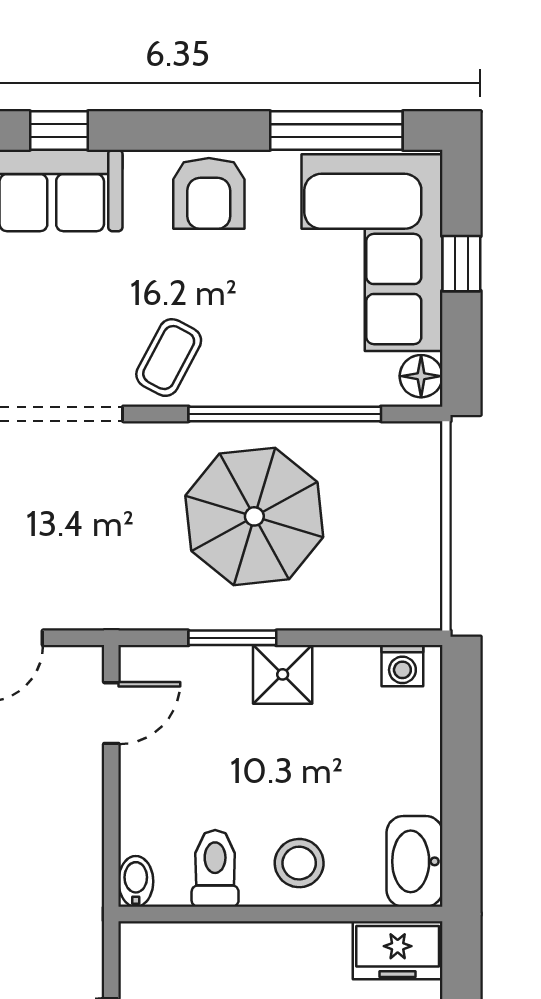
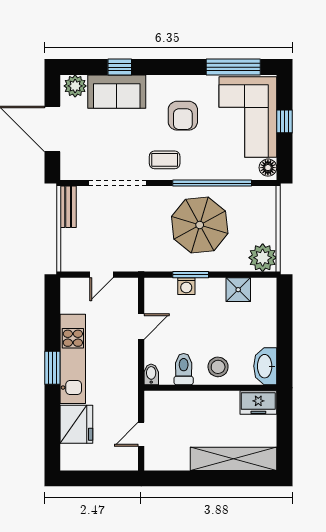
armchair: (209, 193) -> (183, 116), moved
coffee table: (169, 358) -> (165, 160), turned 62
plant: (408, 596) -> (263, 258), added
washing machine: (402, 666) -> (186, 286), moved
shower: (283, 674) -> (238, 290), moved
door: (111, 713) -> (141, 327), moved

